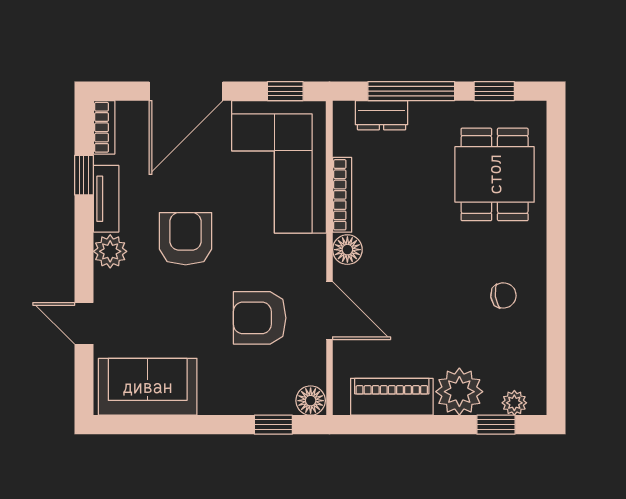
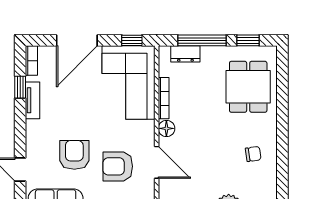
armchair: (186, 239) -> (74, 155), moved
plant: (110, 251) -> (35, 129), removed

